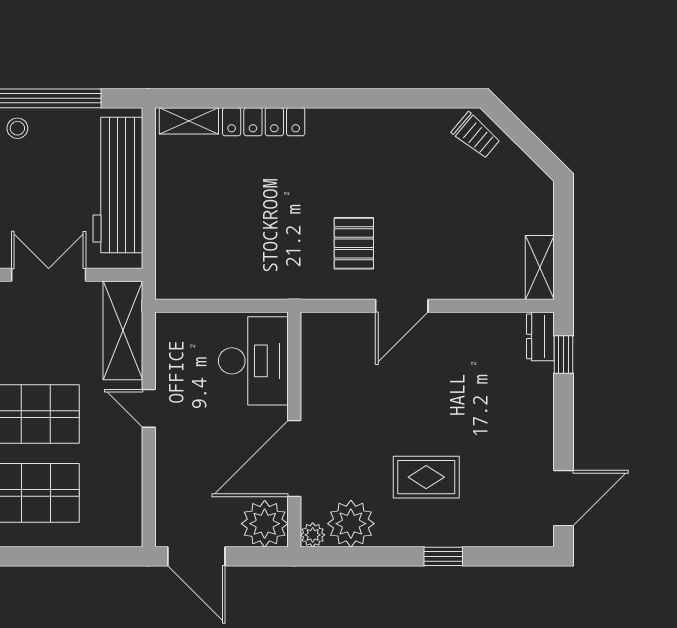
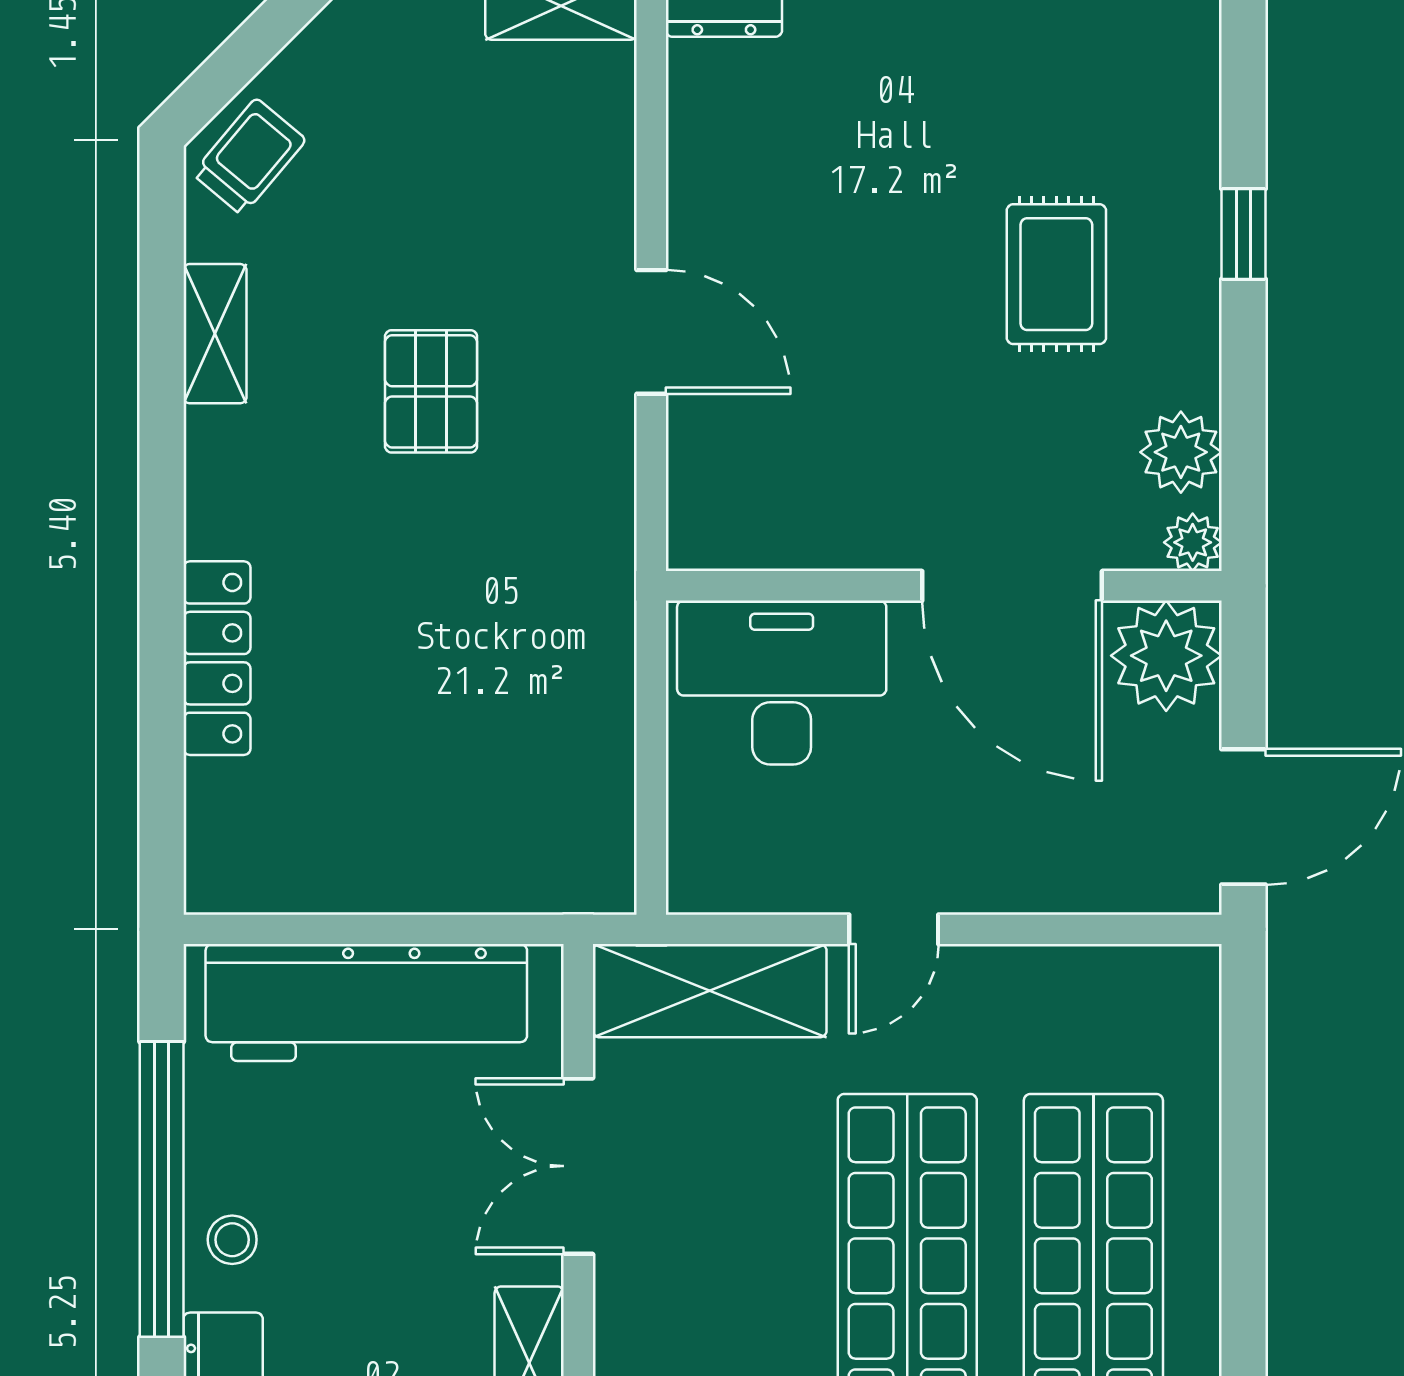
shelving: (189, 121) -> (215, 334), moved
pallet: (354, 243) -> (431, 391), moved, turned 90
plant: (351, 524) -> (1181, 452), width x0.73, depth x0.73

